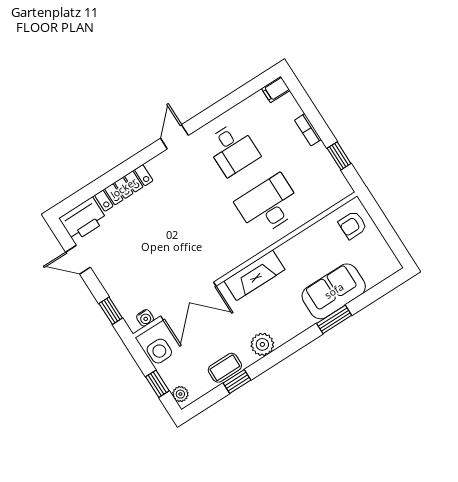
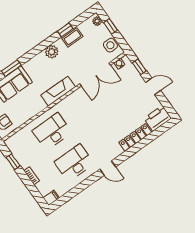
door: (174, 137) -> (108, 168), hinge flipped
desk: (233, 149) -> (74, 163), width x1.37
desk: (269, 205) -> (52, 132), turned 180
door: (78, 260) -> (153, 86), moved
double door: (188, 301) -> (95, 75), swing flipped

